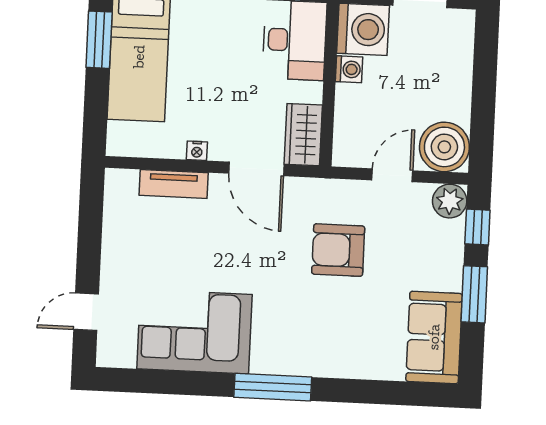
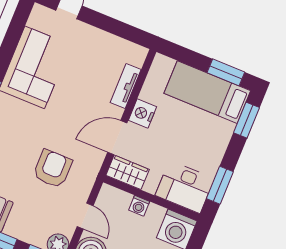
washing machine: (349, 69) -> (139, 206), moved
nightstand: (197, 151) -> (143, 113), width x1.89, depth x1.79

